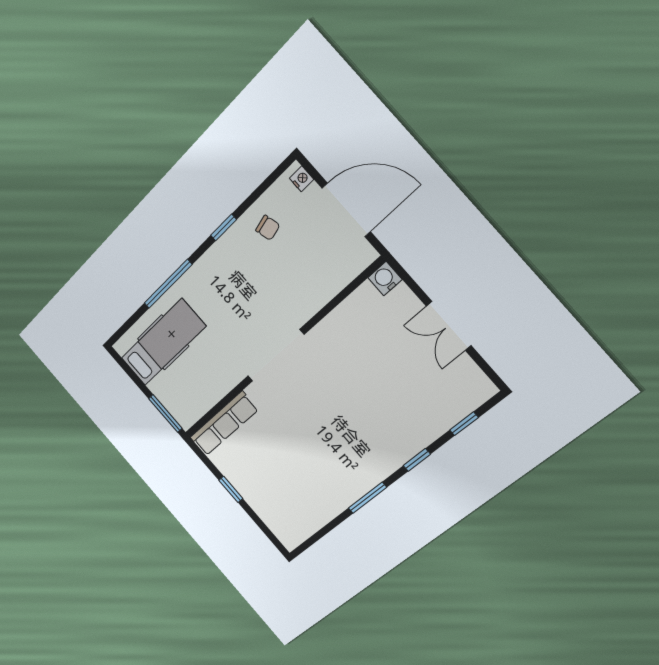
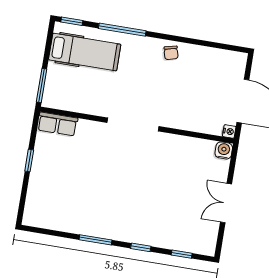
nightstand: (302, 179) -> (229, 131), moved
window: (224, 227) -> (72, 21), moved
chair: (268, 228) -> (171, 53), moved
row of seats: (224, 424) -> (58, 124), width x0.68

